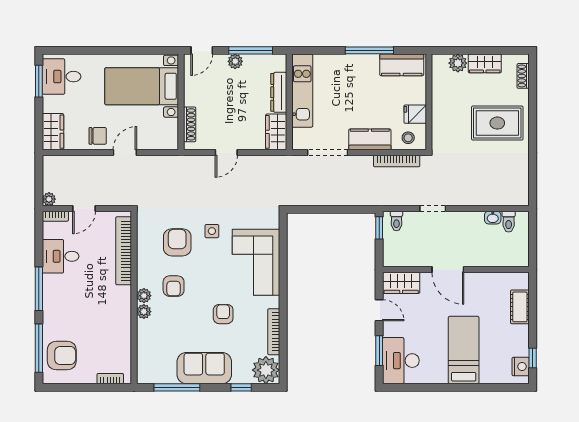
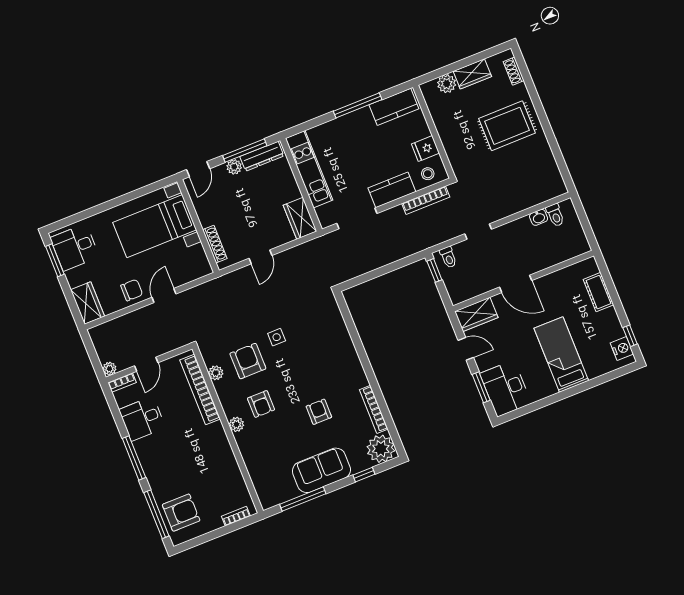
dresser: (279, 92) -> (262, 156), moved, turned -90
corner sofa: (256, 262) -> (330, 350), removed
plant: (144, 312) -> (216, 373), moved

